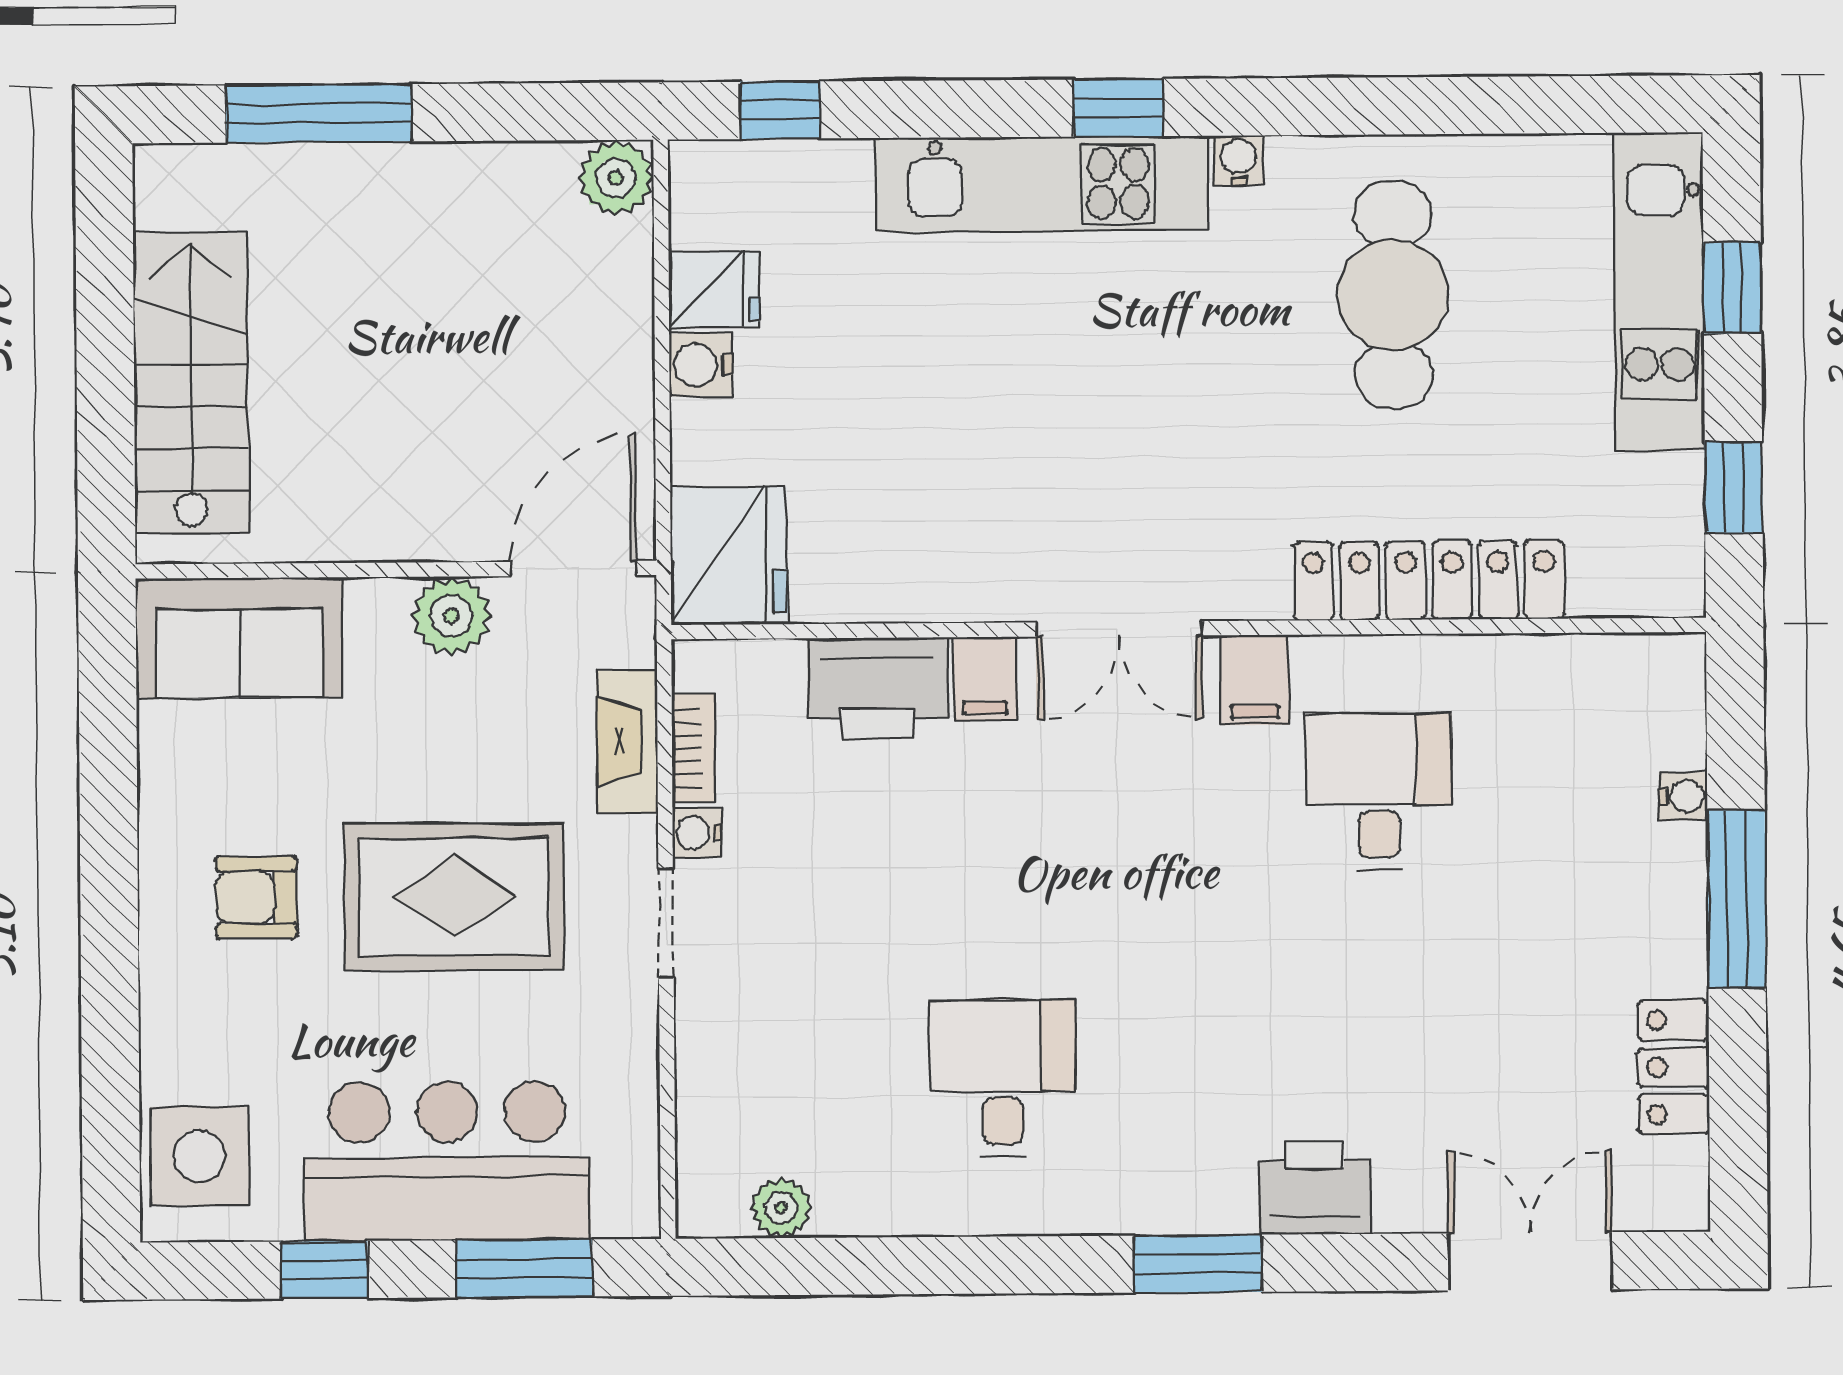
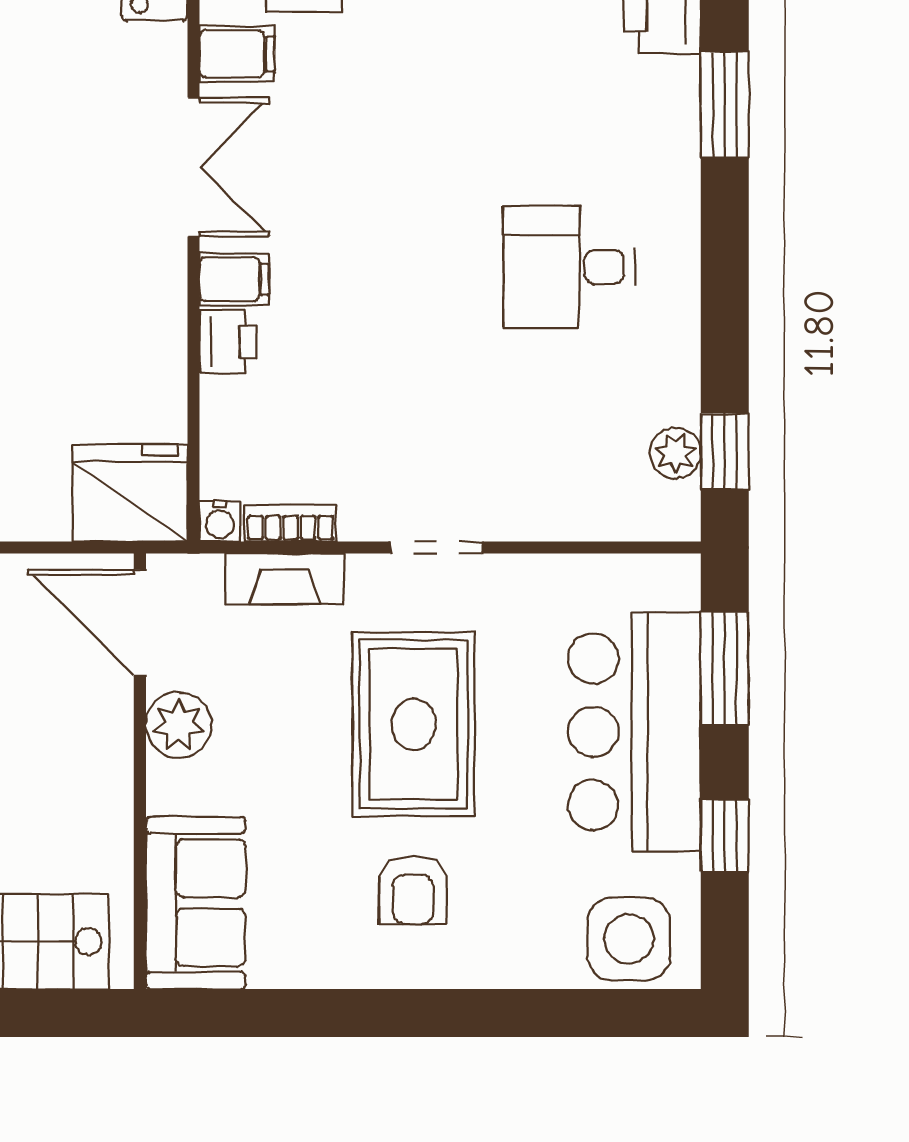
printer: (878, 688) -> (228, 342), width x0.53, depth x0.68
water cooler: (697, 833) -> (220, 521), moved
window: (783, 1267) -> (725, 451), added

